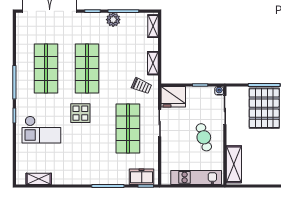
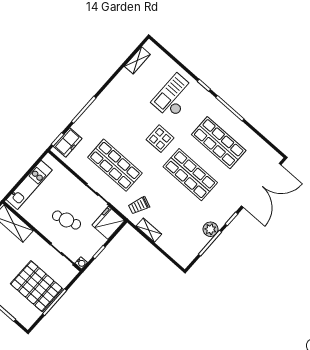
shelving: (153, 26) -> (178, 256), removed
cafe table: (204, 137) -> (66, 220), moved

